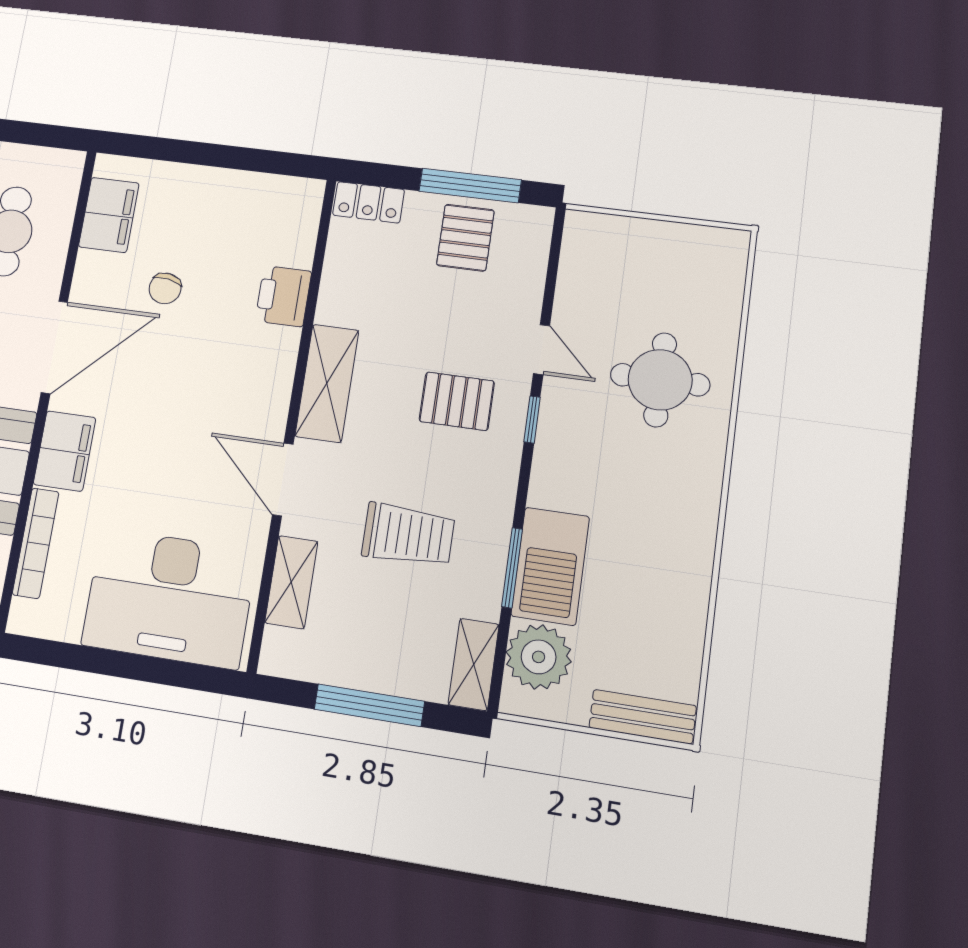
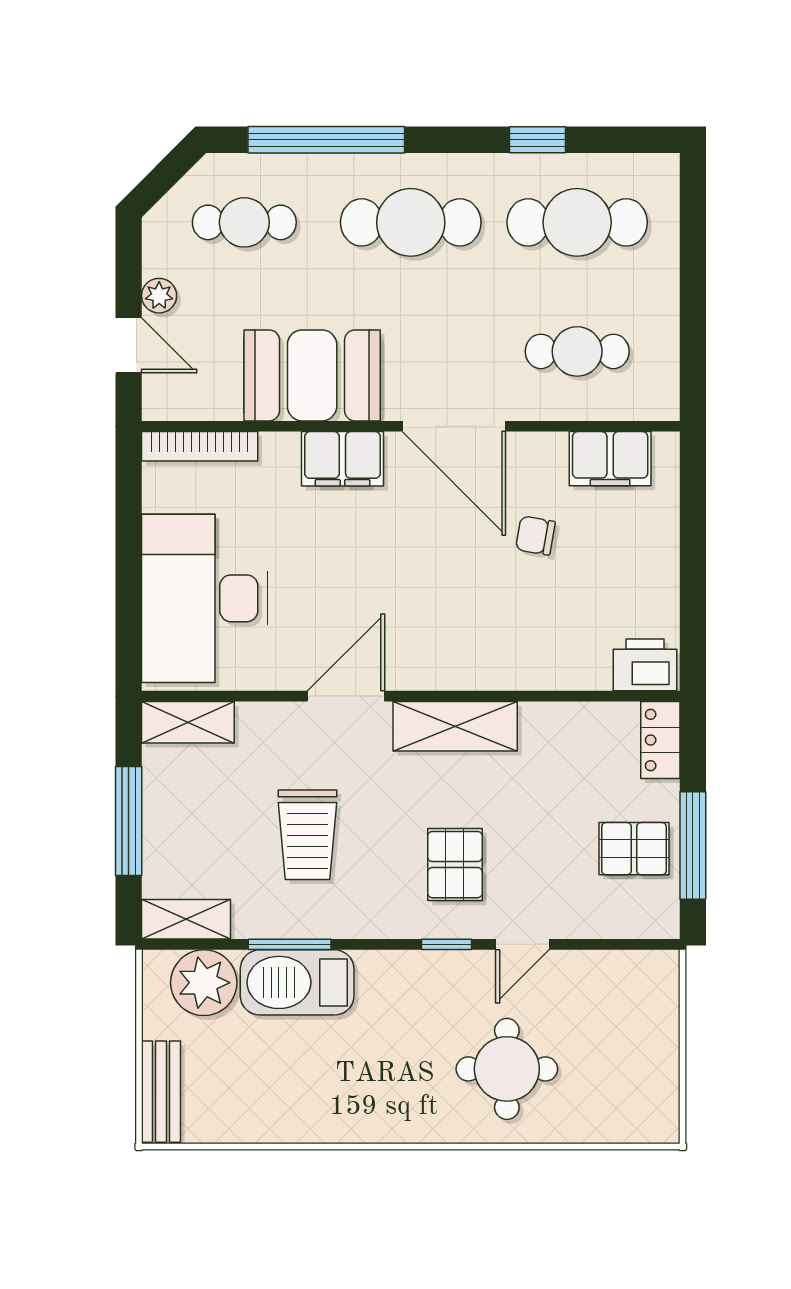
printer: (283, 296) -> (645, 665), moved
bookcase: (36, 543) -> (200, 446), moved
shelving: (291, 582) -> (188, 722), moved

